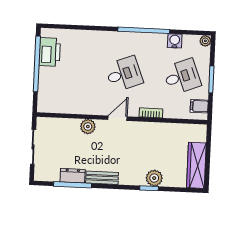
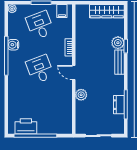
water cooler: (175, 41) -> (13, 45), moved
bench: (102, 178) -> (119, 62), moved

